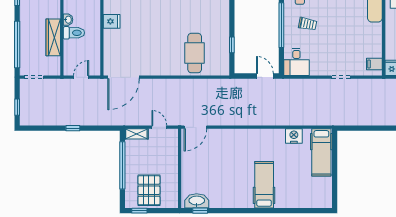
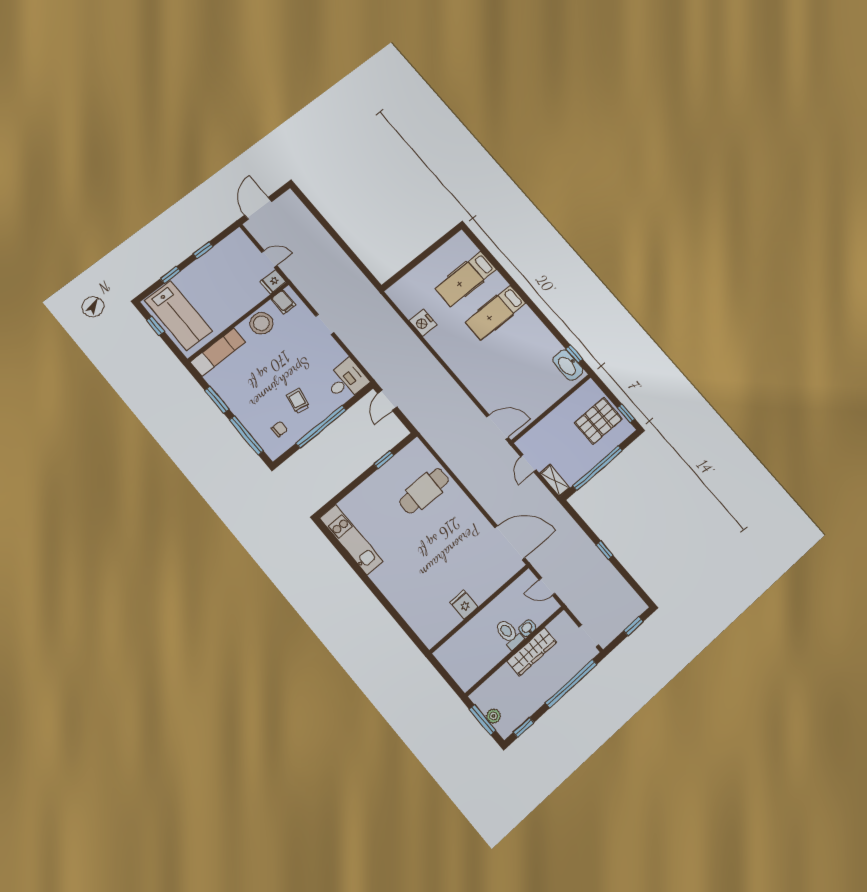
washbasin: (68, 20) -> (527, 628), moved
stool: (372, 41) -> (261, 323), added
hospital bed: (321, 152) -> (466, 279), moved, turned 180

